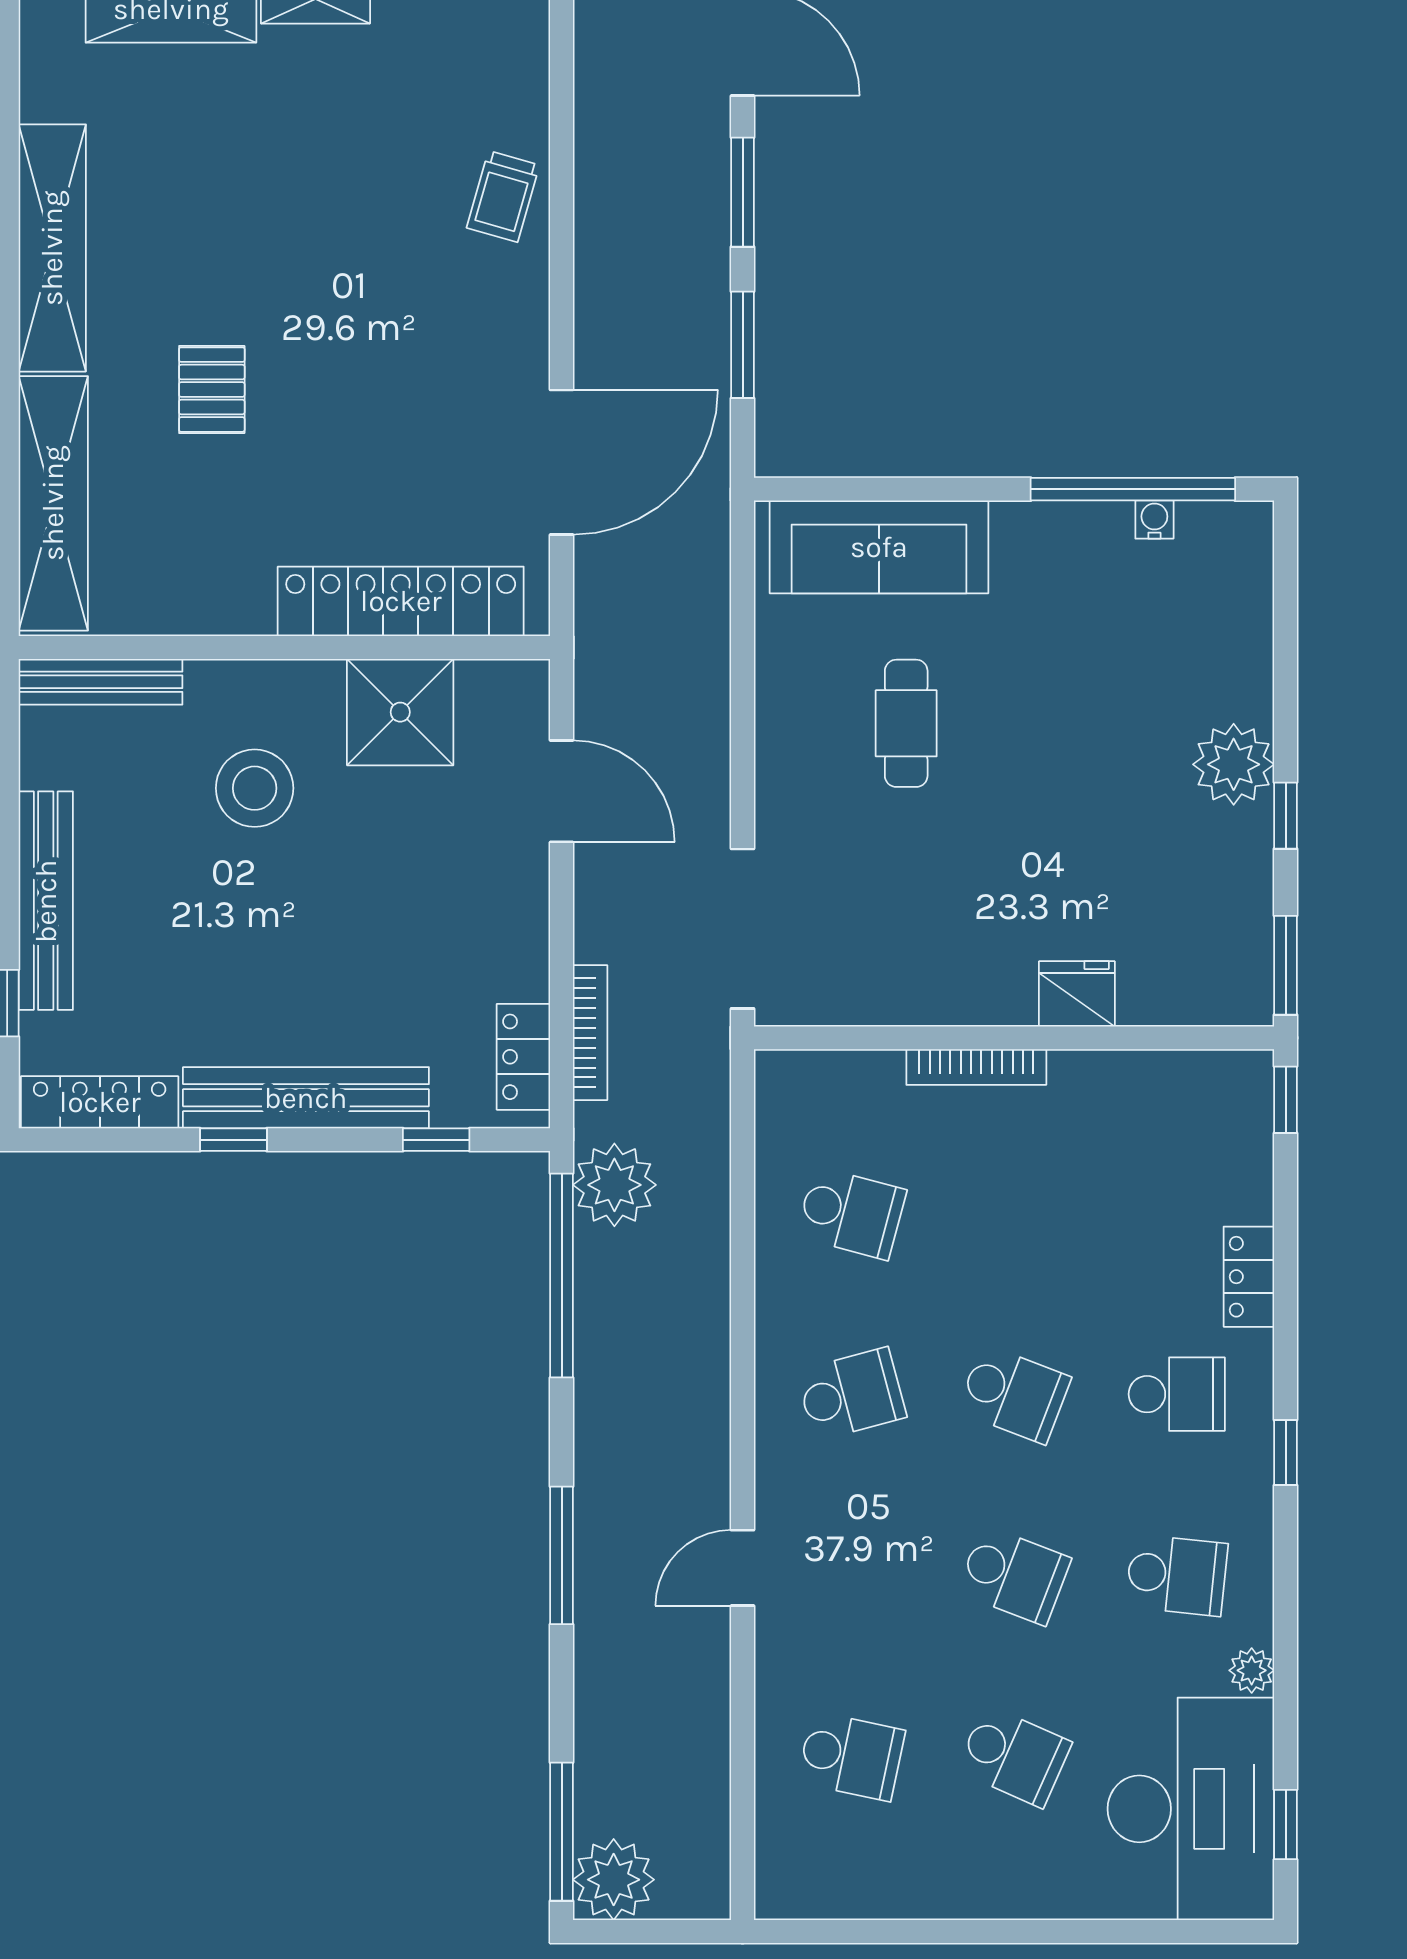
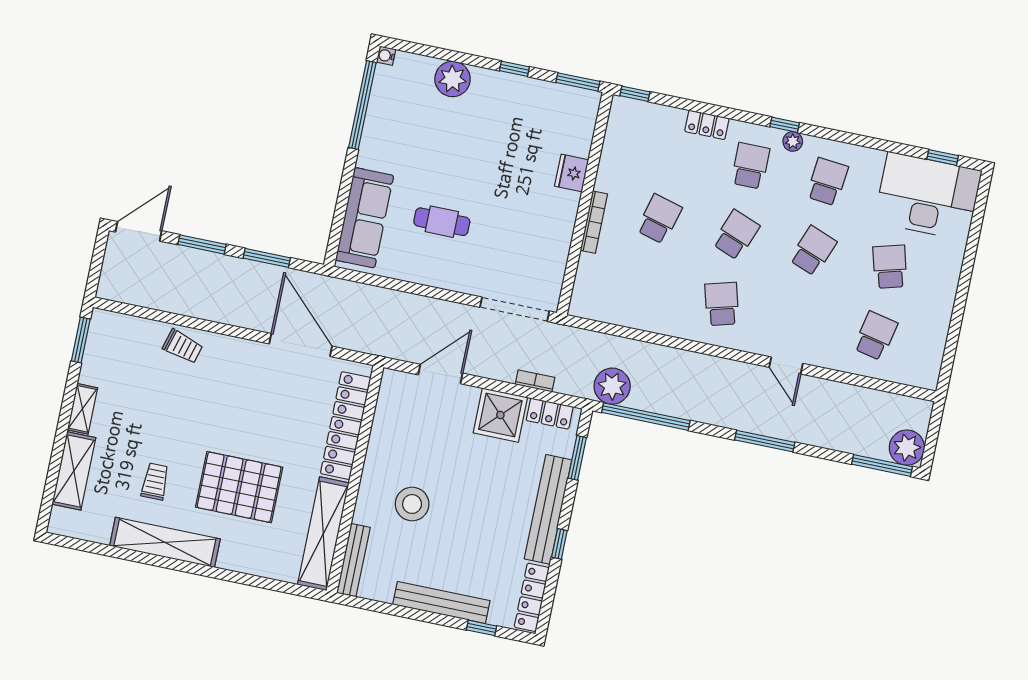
trolley: (185, 197) -> (155, 482), added
pallet: (212, 390) -> (239, 487), width x2.05, depth x2.00
shelving: (53, 503) -> (323, 534), moved, turned 90
water cooler: (1154, 520) -> (386, 56), moved
shower: (400, 712) -> (500, 415), moved
plant: (1234, 764) -> (453, 79), moved
bookcase: (590, 1033) -> (535, 381), width x0.64
window: (436, 1140) -> (577, 458), width x1.50
school desk: (851, 1213) -> (659, 219), moved
plant: (1252, 1670) -> (793, 141), moved
school desk: (1014, 1756) -> (890, 267), turned -39

